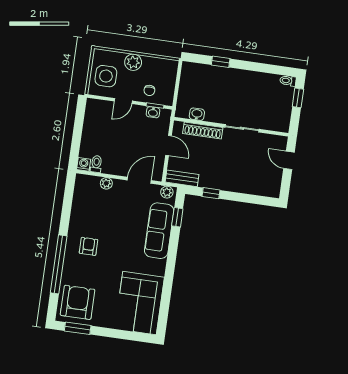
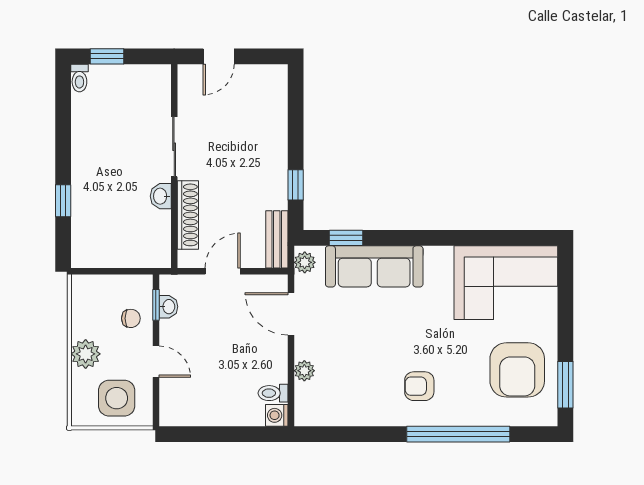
washbasin: (197, 114) -> (161, 196), moved
armchair: (78, 302) -> (517, 370), moved, turned -90

